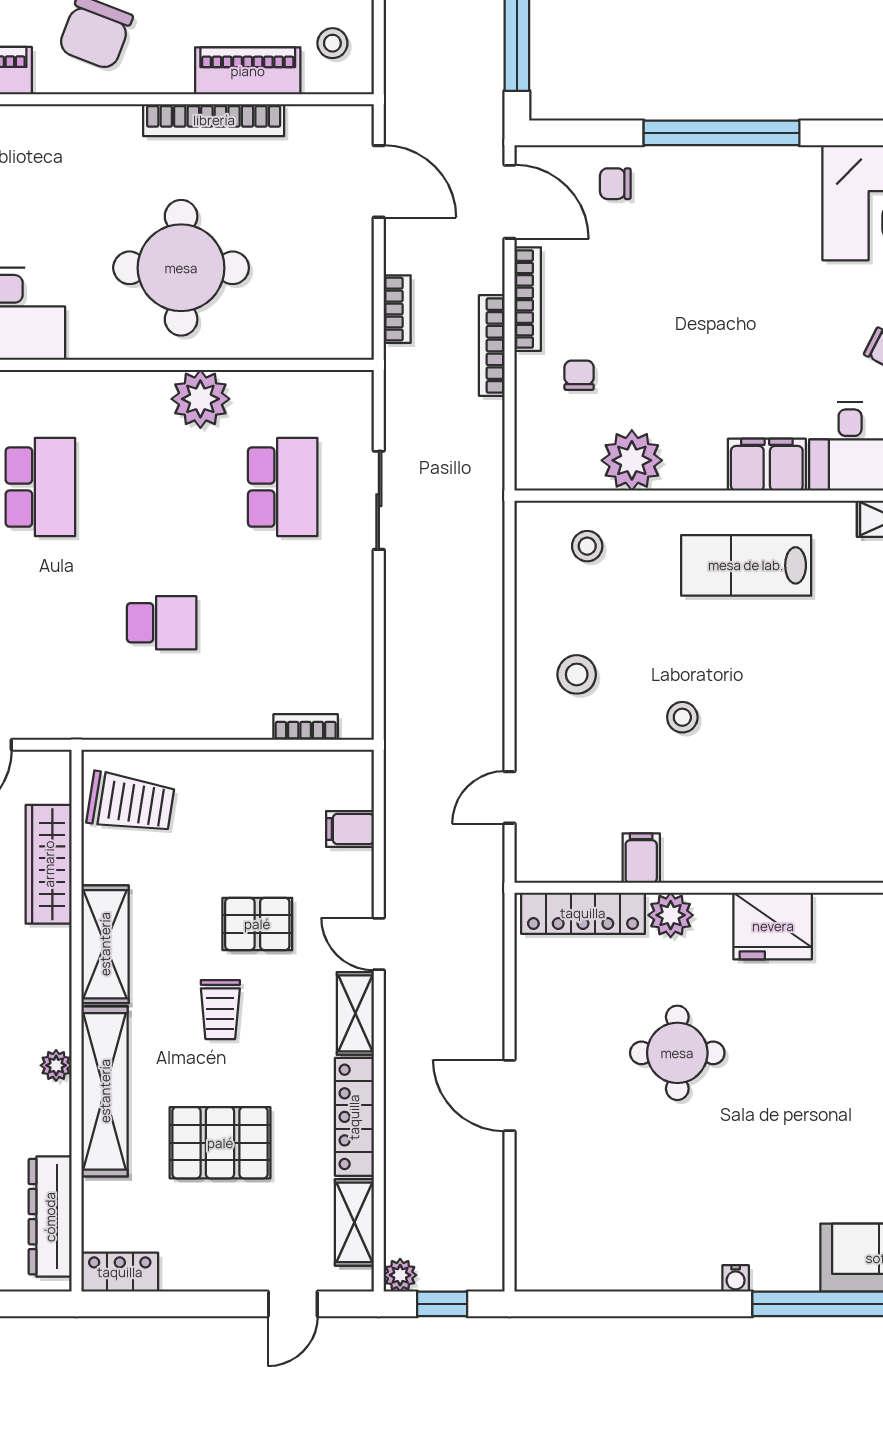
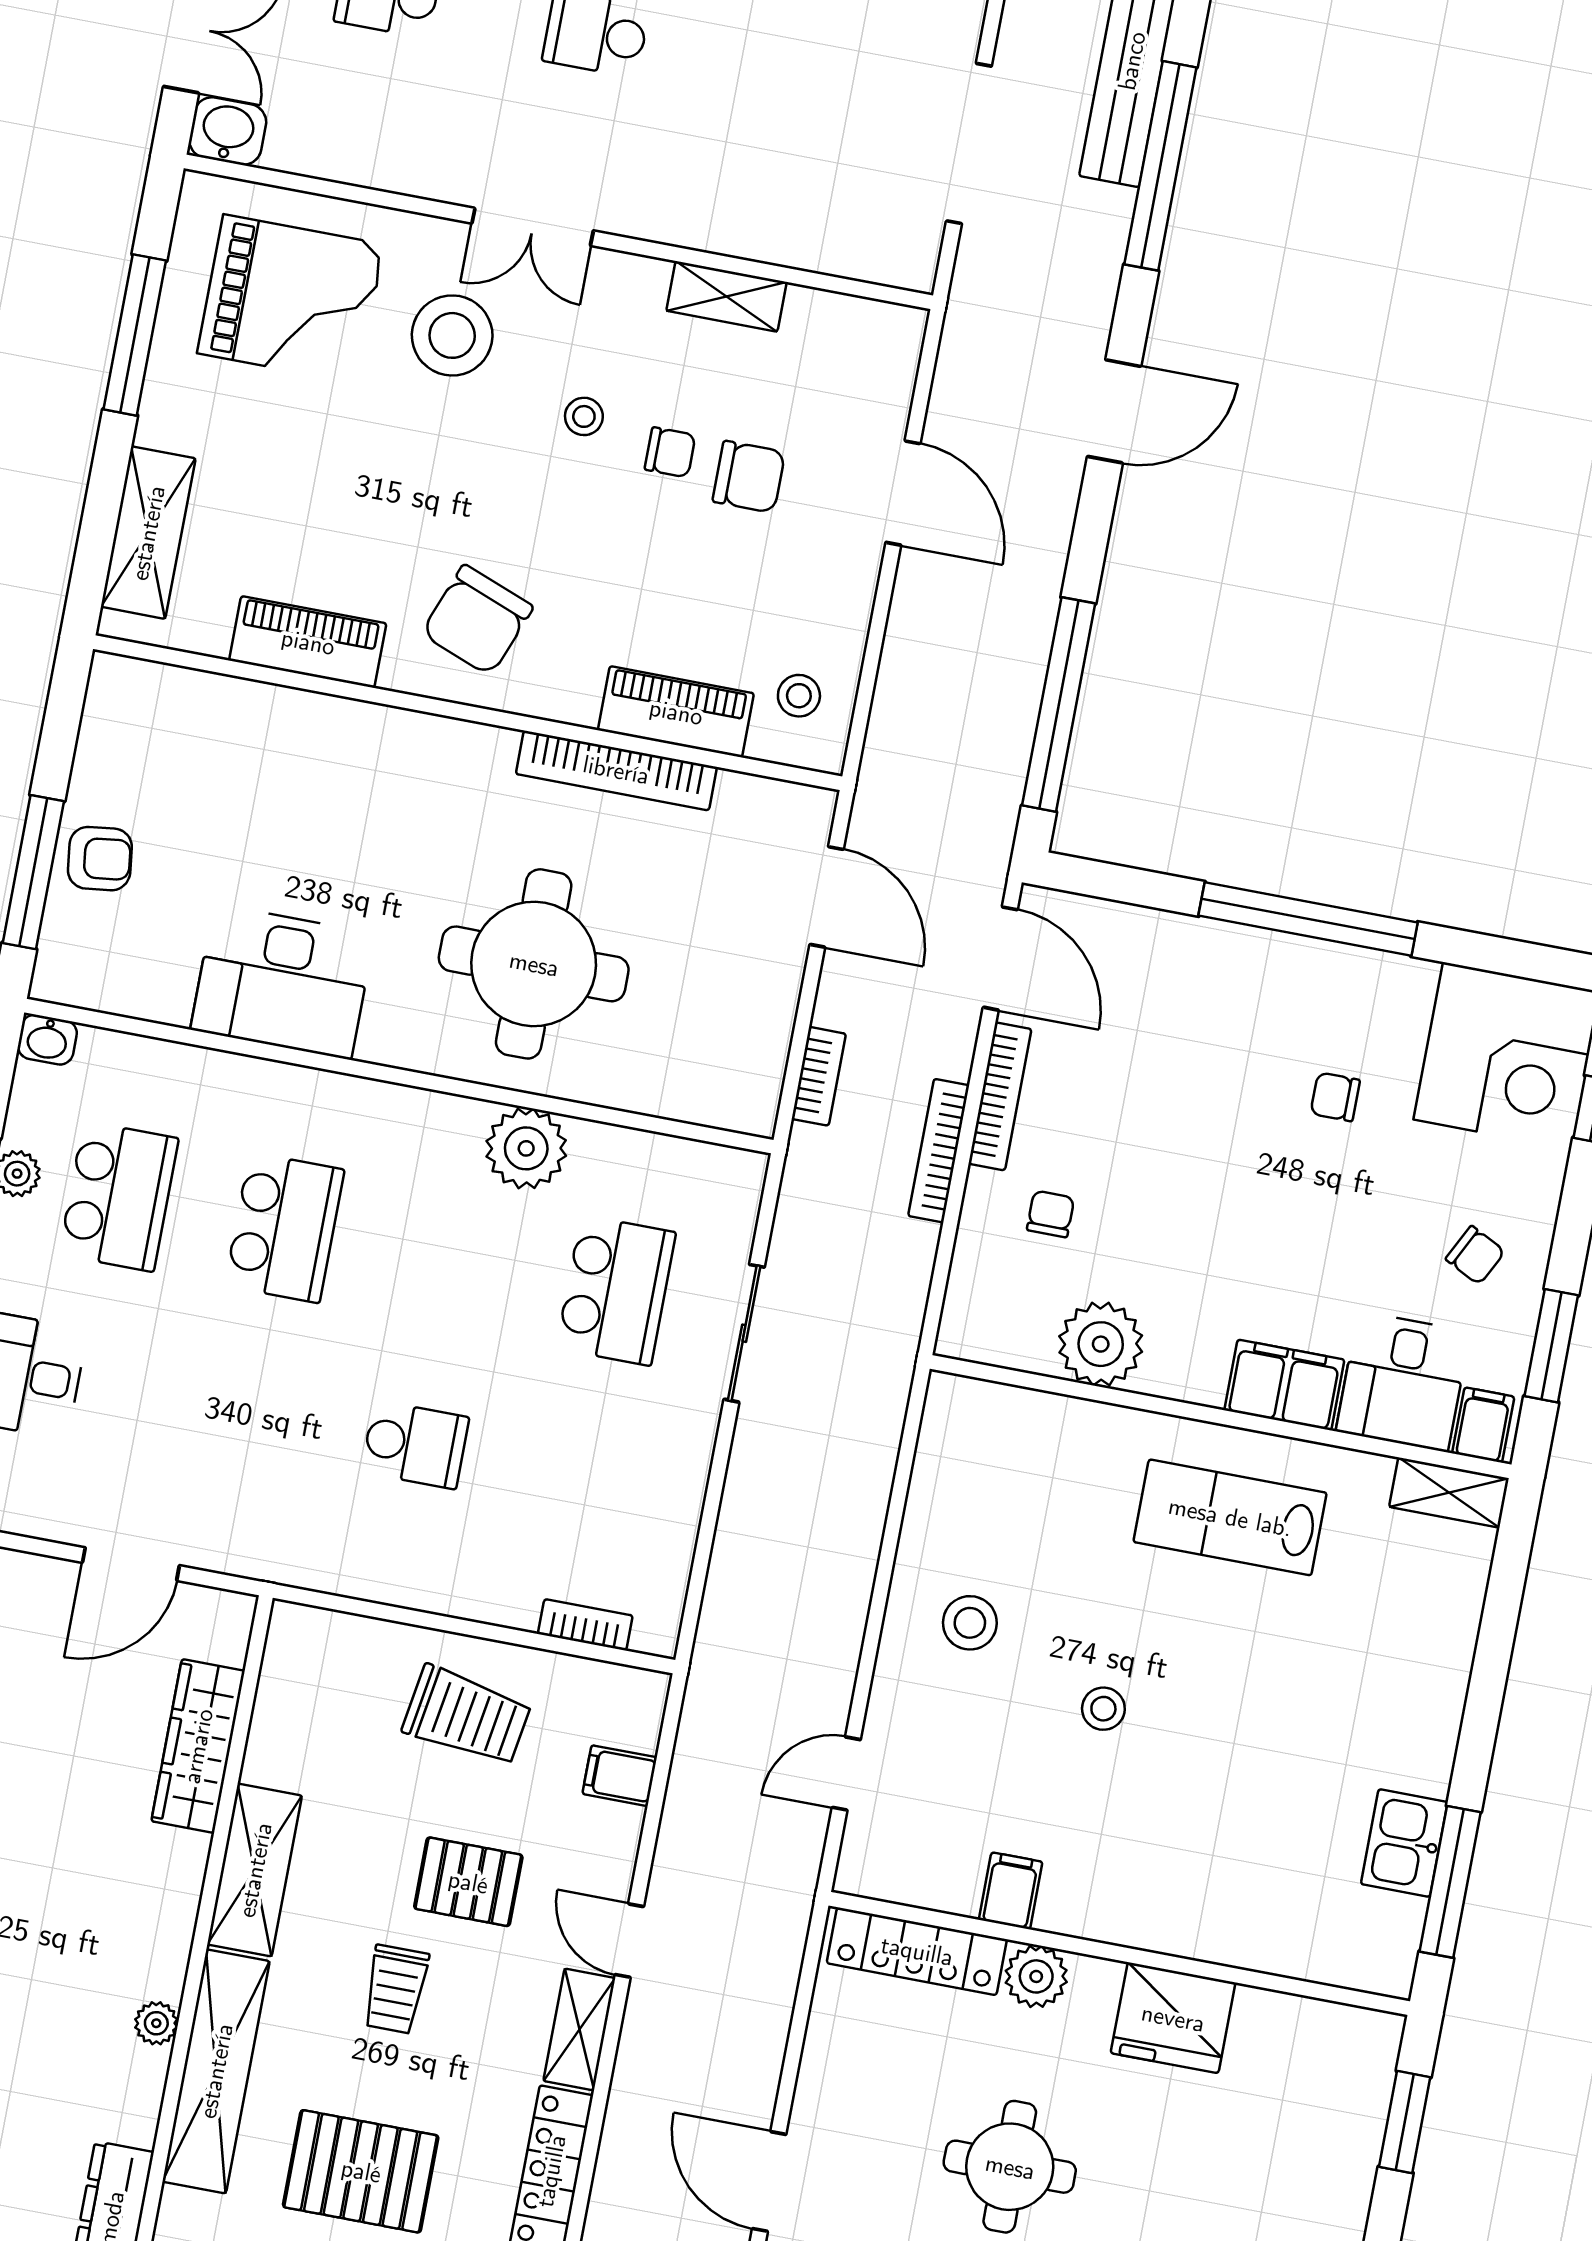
chair: (615, 184) -> (1335, 1097), moved
stool: (587, 546) -> (1017, 1450), removed
trolley: (131, 803) -> (467, 1716), moved

